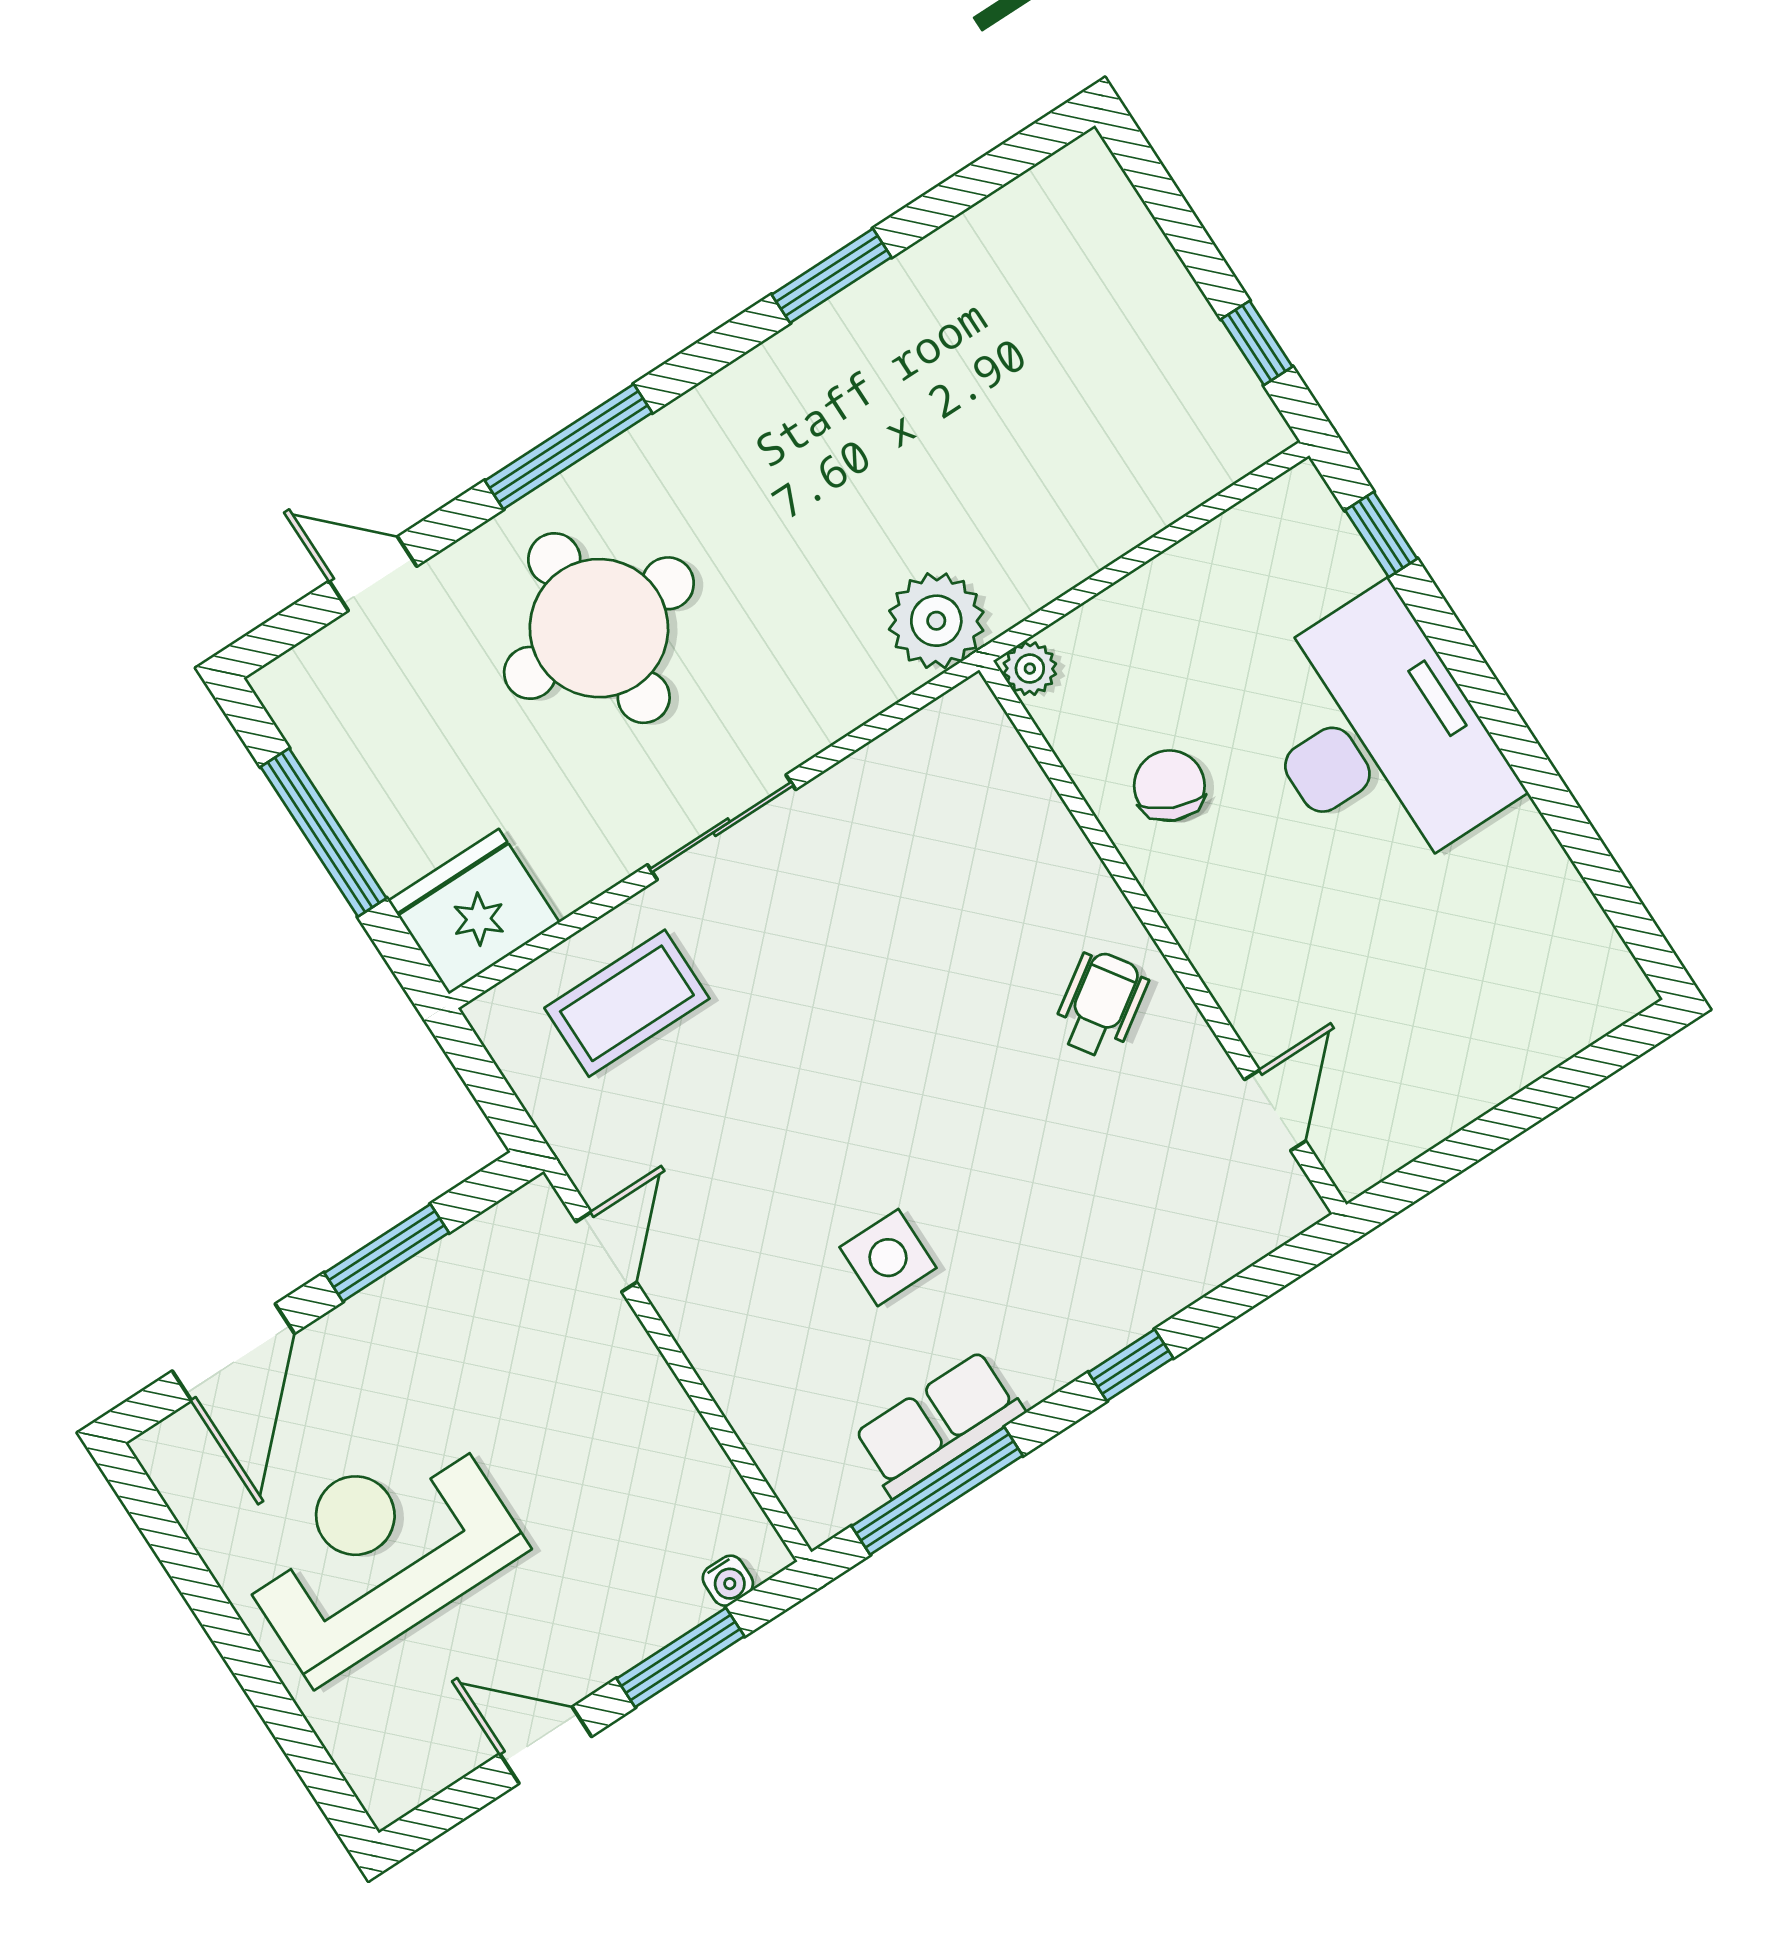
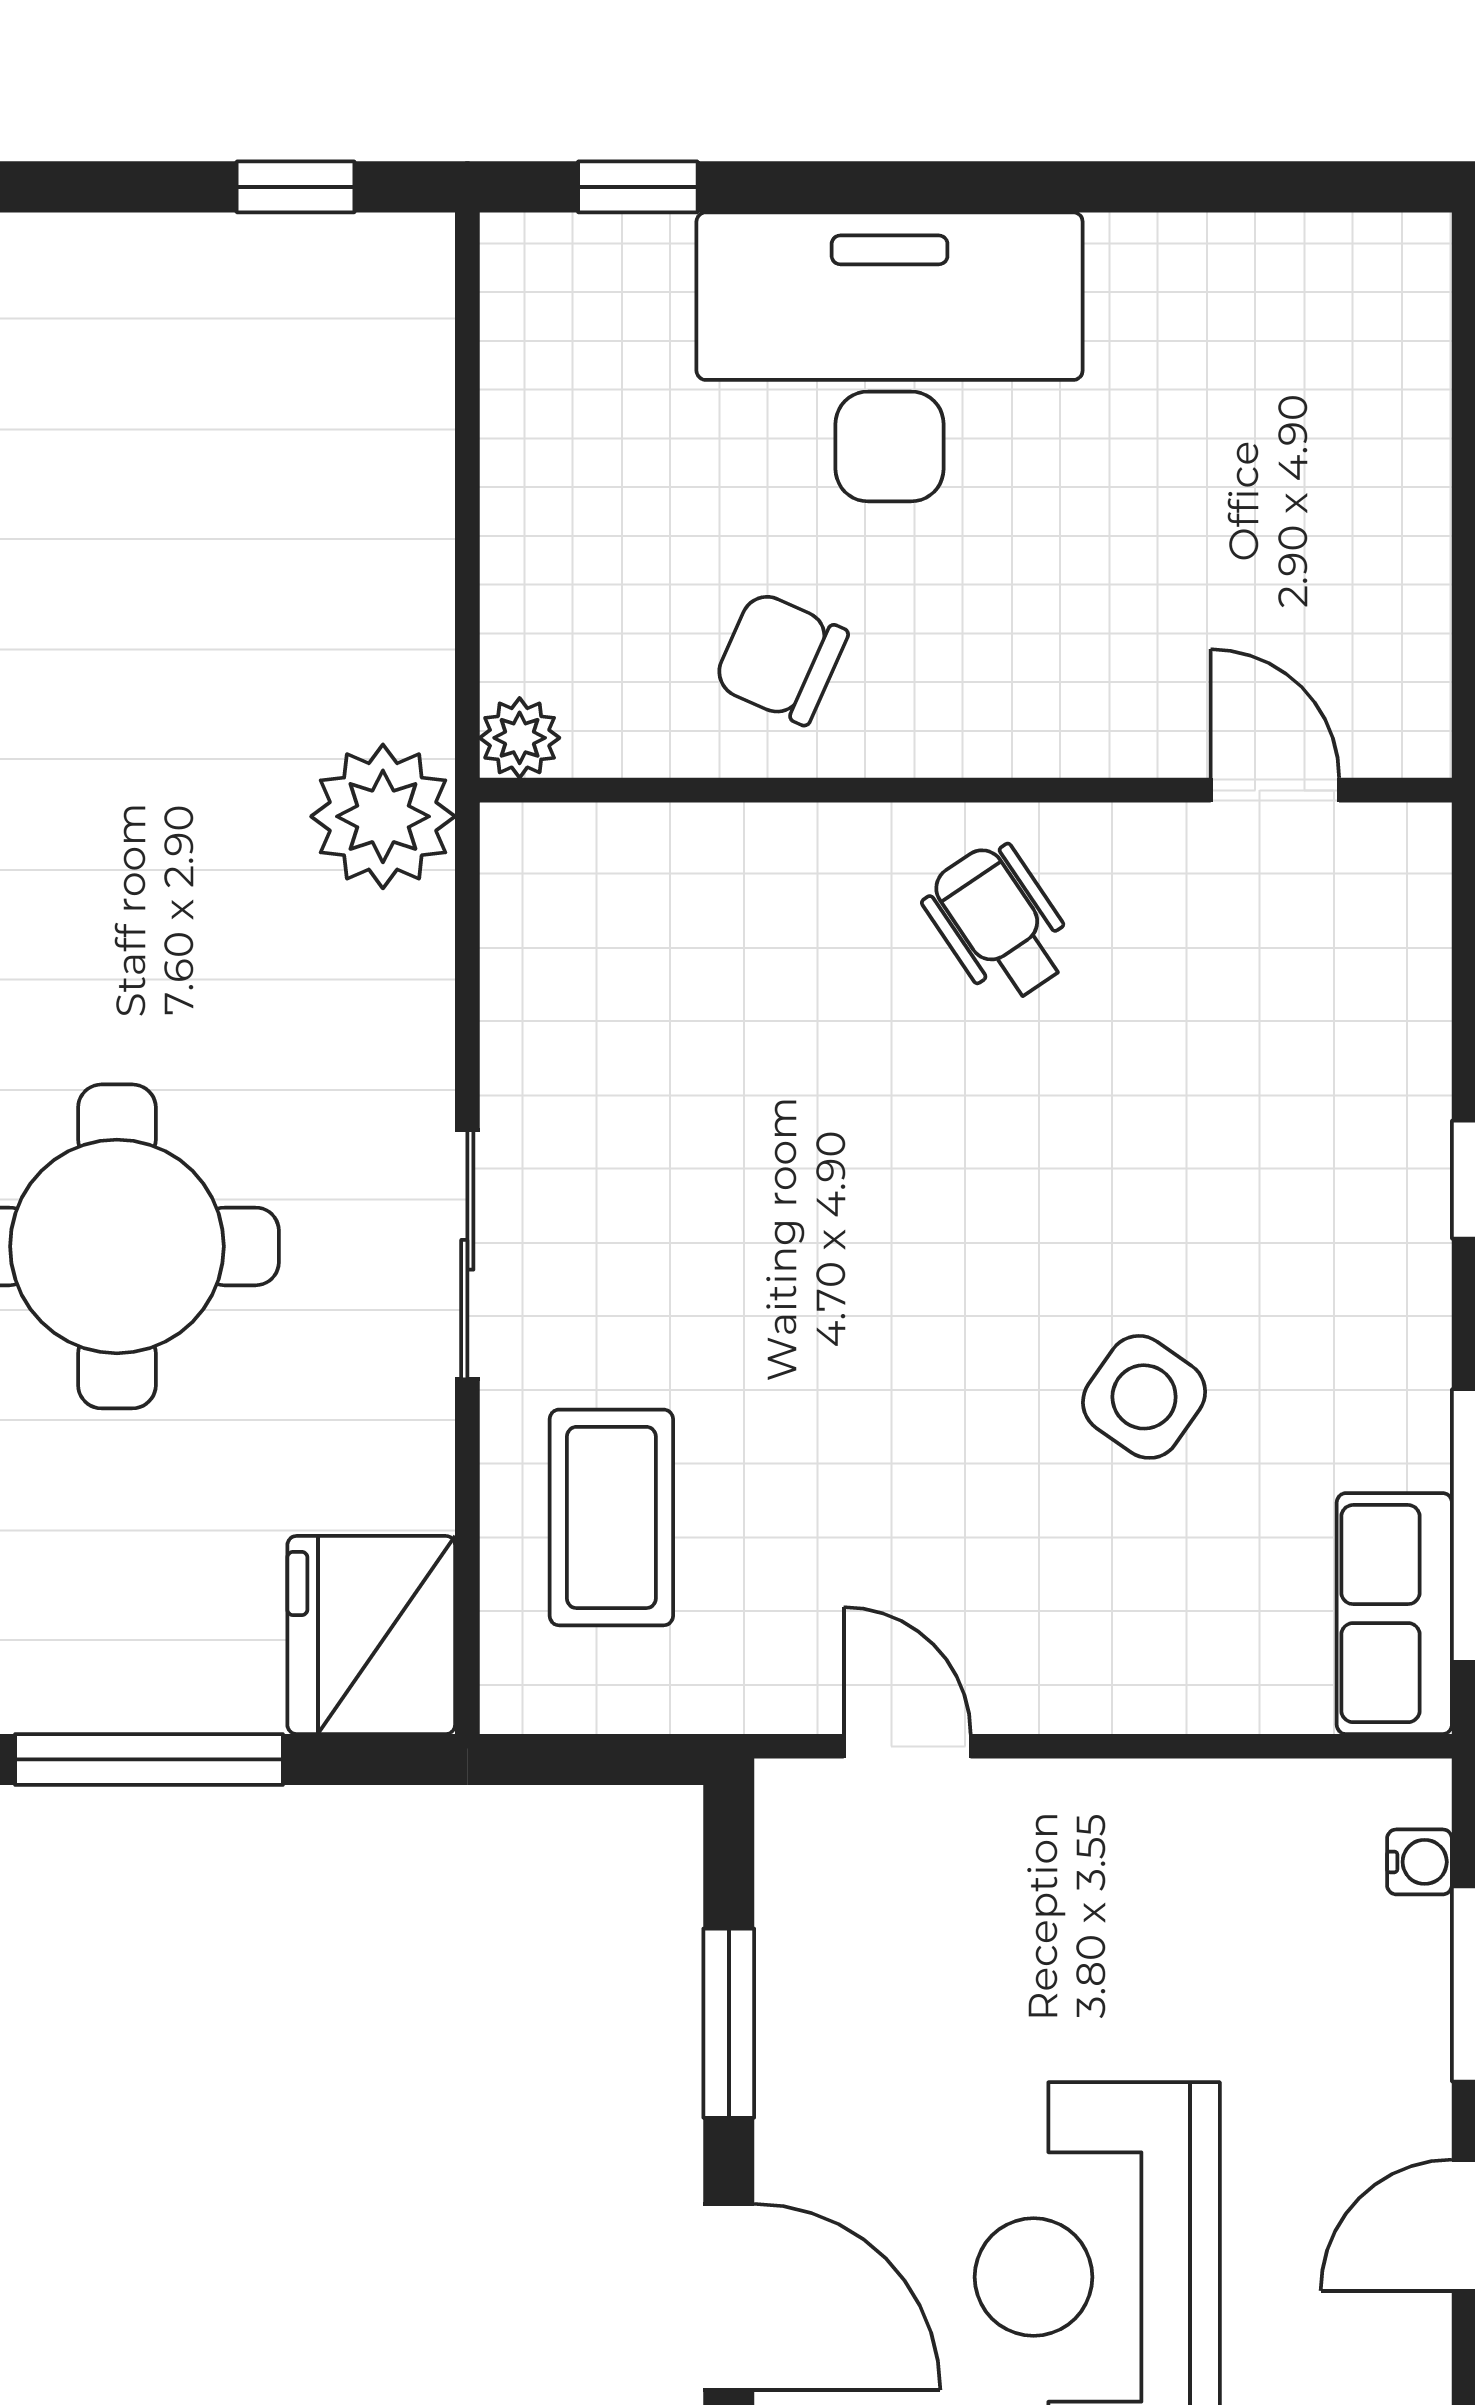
side table: (888, 1258) -> (1144, 1397), turned 35
row of seats: (939, 1424) -> (1394, 1614), moved

